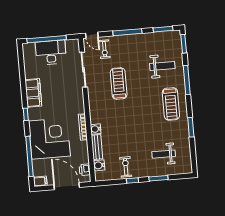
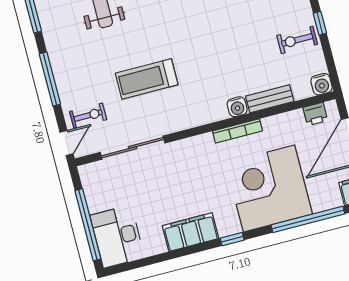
desk: (51, 52) -> (117, 236), moved
water cooler: (99, 165) -> (322, 84), moved

